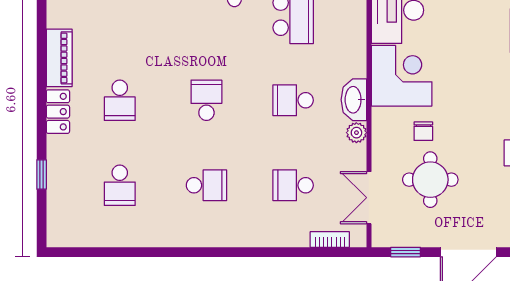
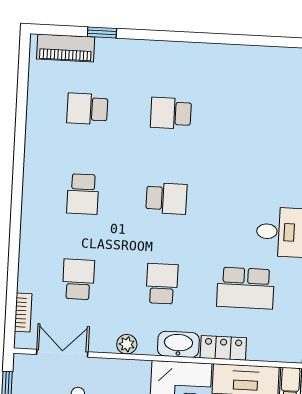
piano: (59, 58) -> (66, 48), moved
washbasin: (354, 100) -> (178, 344), moved
locker: (58, 112) -> (223, 348), moved, turned 180

